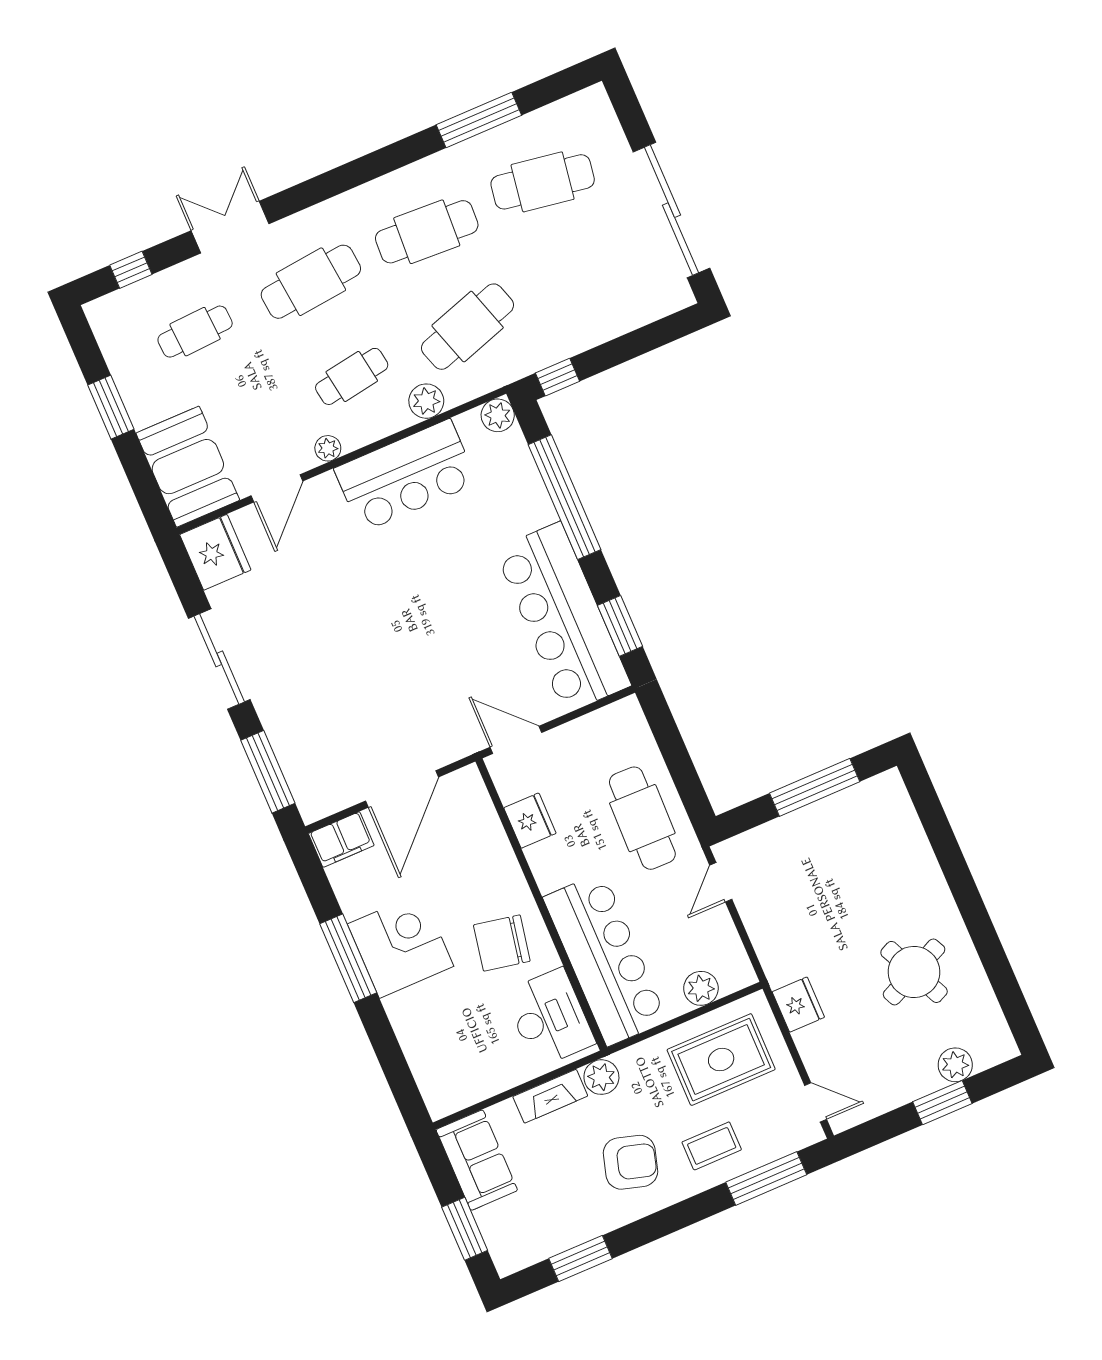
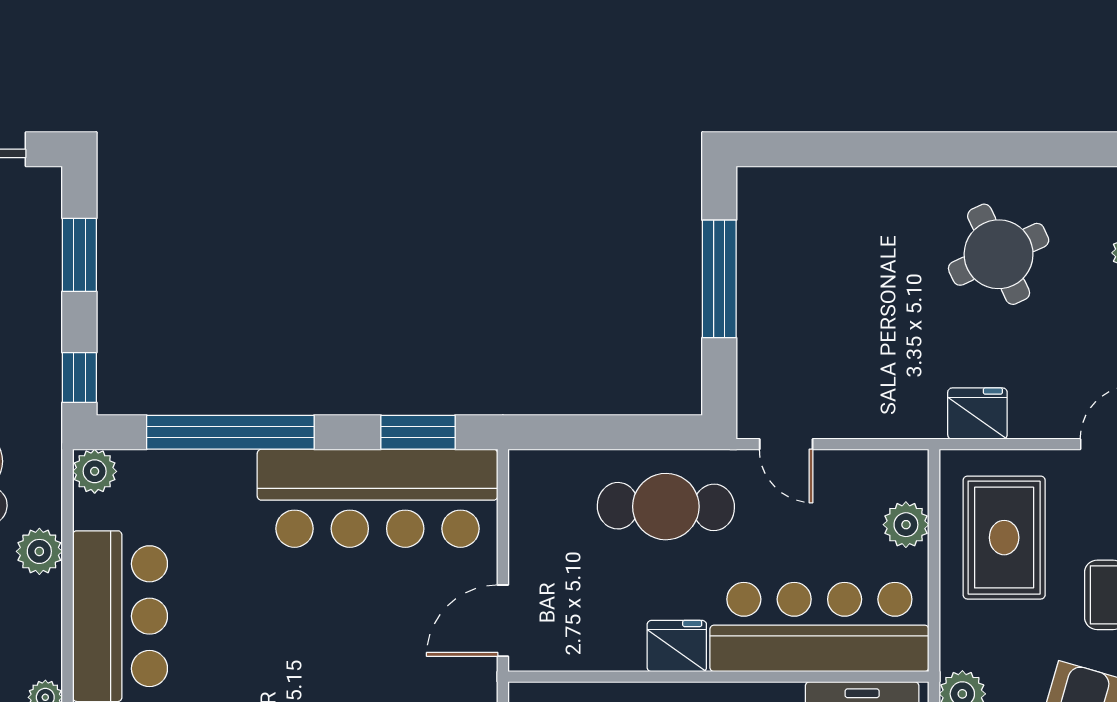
window: (642, 341) -> (79, 255), added
fridge: (530, 821) -> (677, 646), moved

